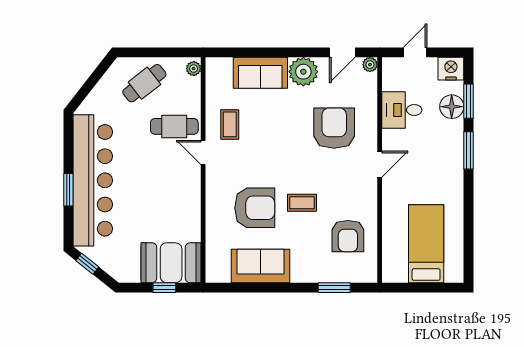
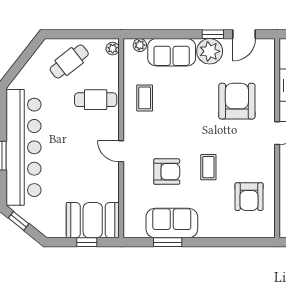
window: (307, 52) -> (213, 34), added
plant: (370, 65) -> (140, 45), moved
door: (203, 153) -> (121, 151), moved
coffee table: (302, 203) -> (208, 167), turned 90
armchair: (255, 208) -> (167, 172), width x0.73, depth x0.73
window: (334, 288) -> (168, 242), moved

